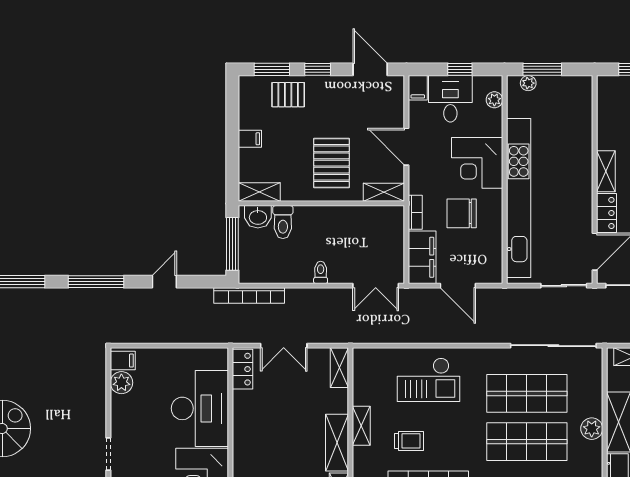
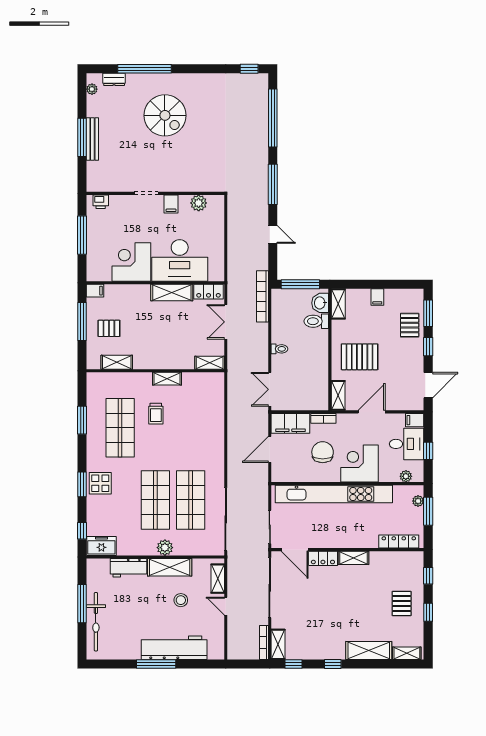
locker: (584, 109) -> (399, 542), added
filing cabinet: (123, 361) -> (171, 204), moved
checkout: (429, 380) -> (201, 428), removed
shelving: (337, 443) -> (172, 293), moved

